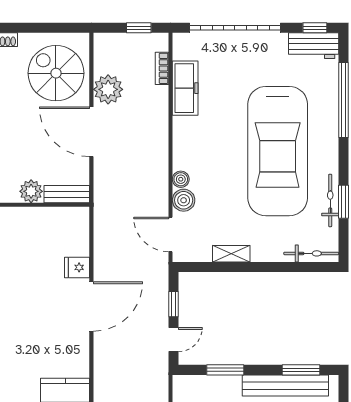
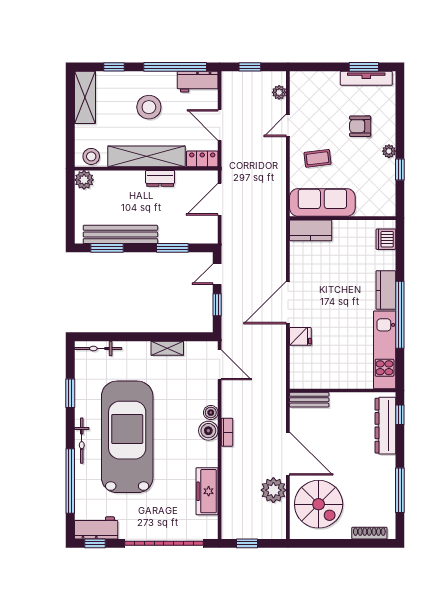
bookcase: (162, 68) -> (227, 432), moved
plant: (31, 191) -> (340, 402), removed
boiler: (184, 200) -> (208, 431), moved
bicycle: (330, 200) -> (82, 441), moved

